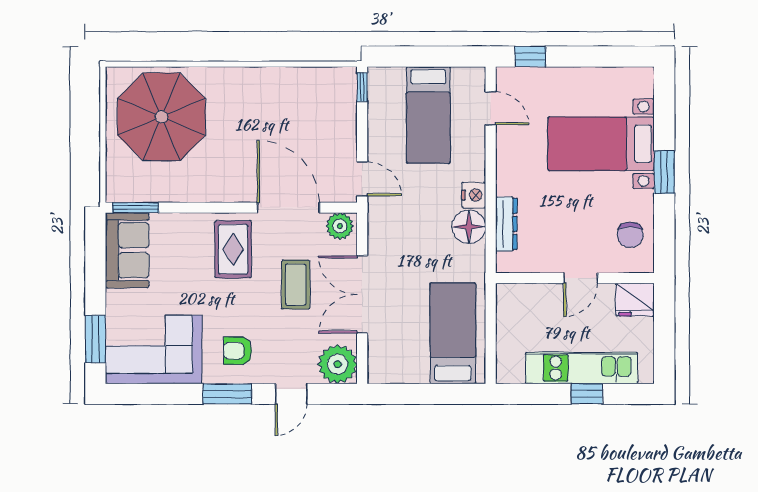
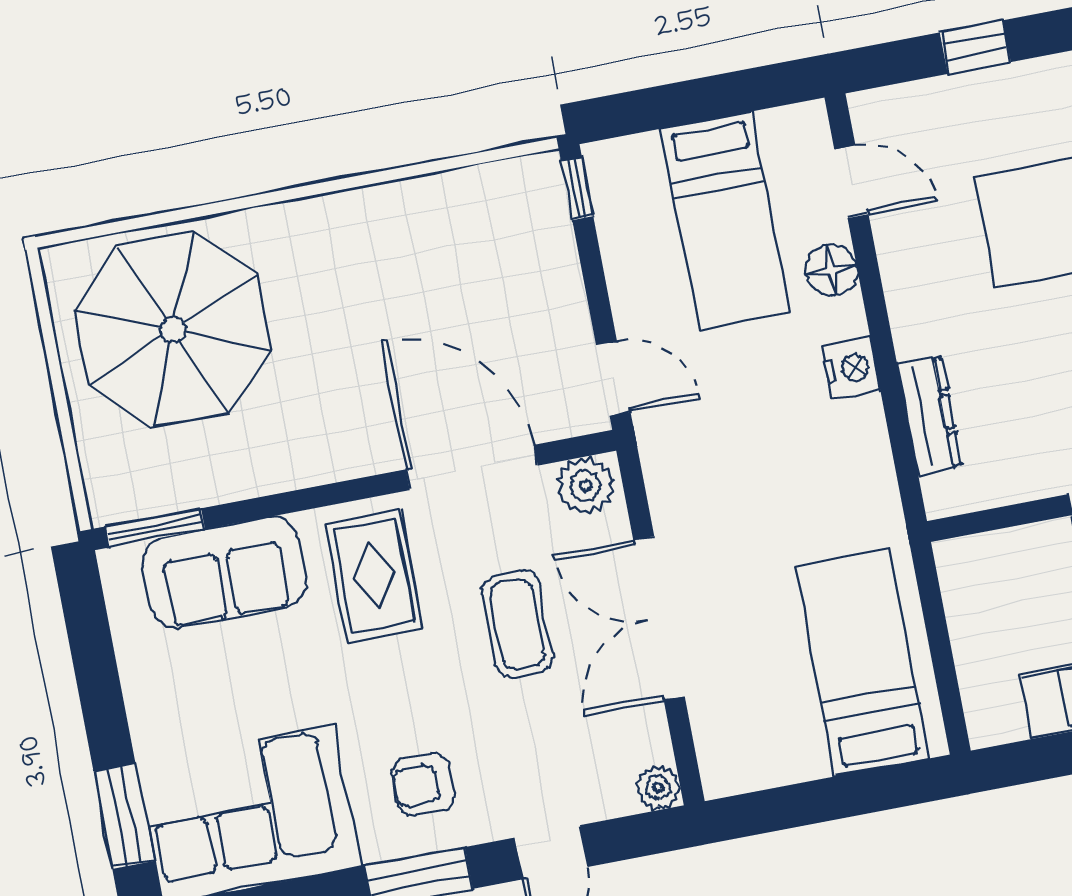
window: (530, 57) -> (975, 47), moved
floor lamp: (469, 227) -> (831, 270), moved, width x0.73, depth x0.73
sofa: (127, 250) -> (224, 572), moved, turned 90
plant: (338, 364) -> (658, 788), width x0.53, depth x0.53

